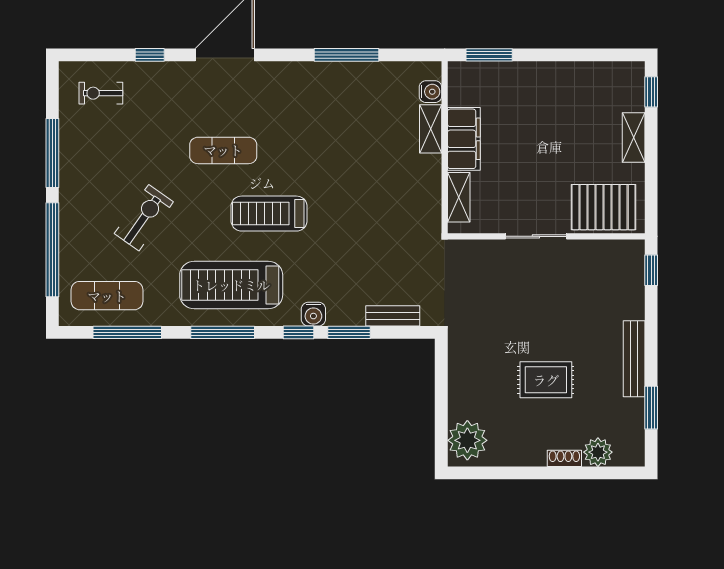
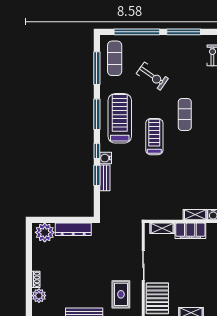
bench: (393, 316) -> (105, 178), moved
rug: (546, 380) -> (121, 294), moved
dresser: (461, 381) -> (73, 229), added

